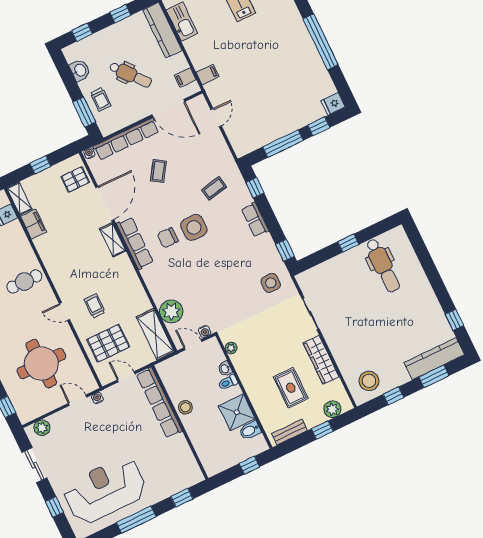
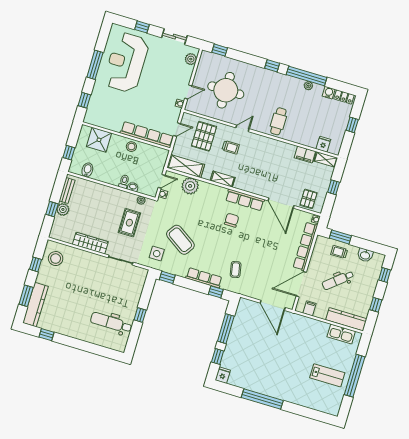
filing cabinet: (208, 74) -> (300, 322), removed
door: (216, 118) -> (273, 305), width x1.88
coffee table: (158, 171) -> (180, 240), moved, width x1.86, depth x1.72
row of seats: (255, 220) -> (204, 278), width x1.48
side table: (194, 227) -> (224, 239), removed
shelving: (113, 240) -> (223, 179), moved
rug: (291, 388) -> (129, 223), moved, turned 90
plant: (332, 409) -> (63, 209), moved
shower: (237, 412) -> (99, 140), moved
reception desk: (105, 490) -> (126, 62), turned 180

